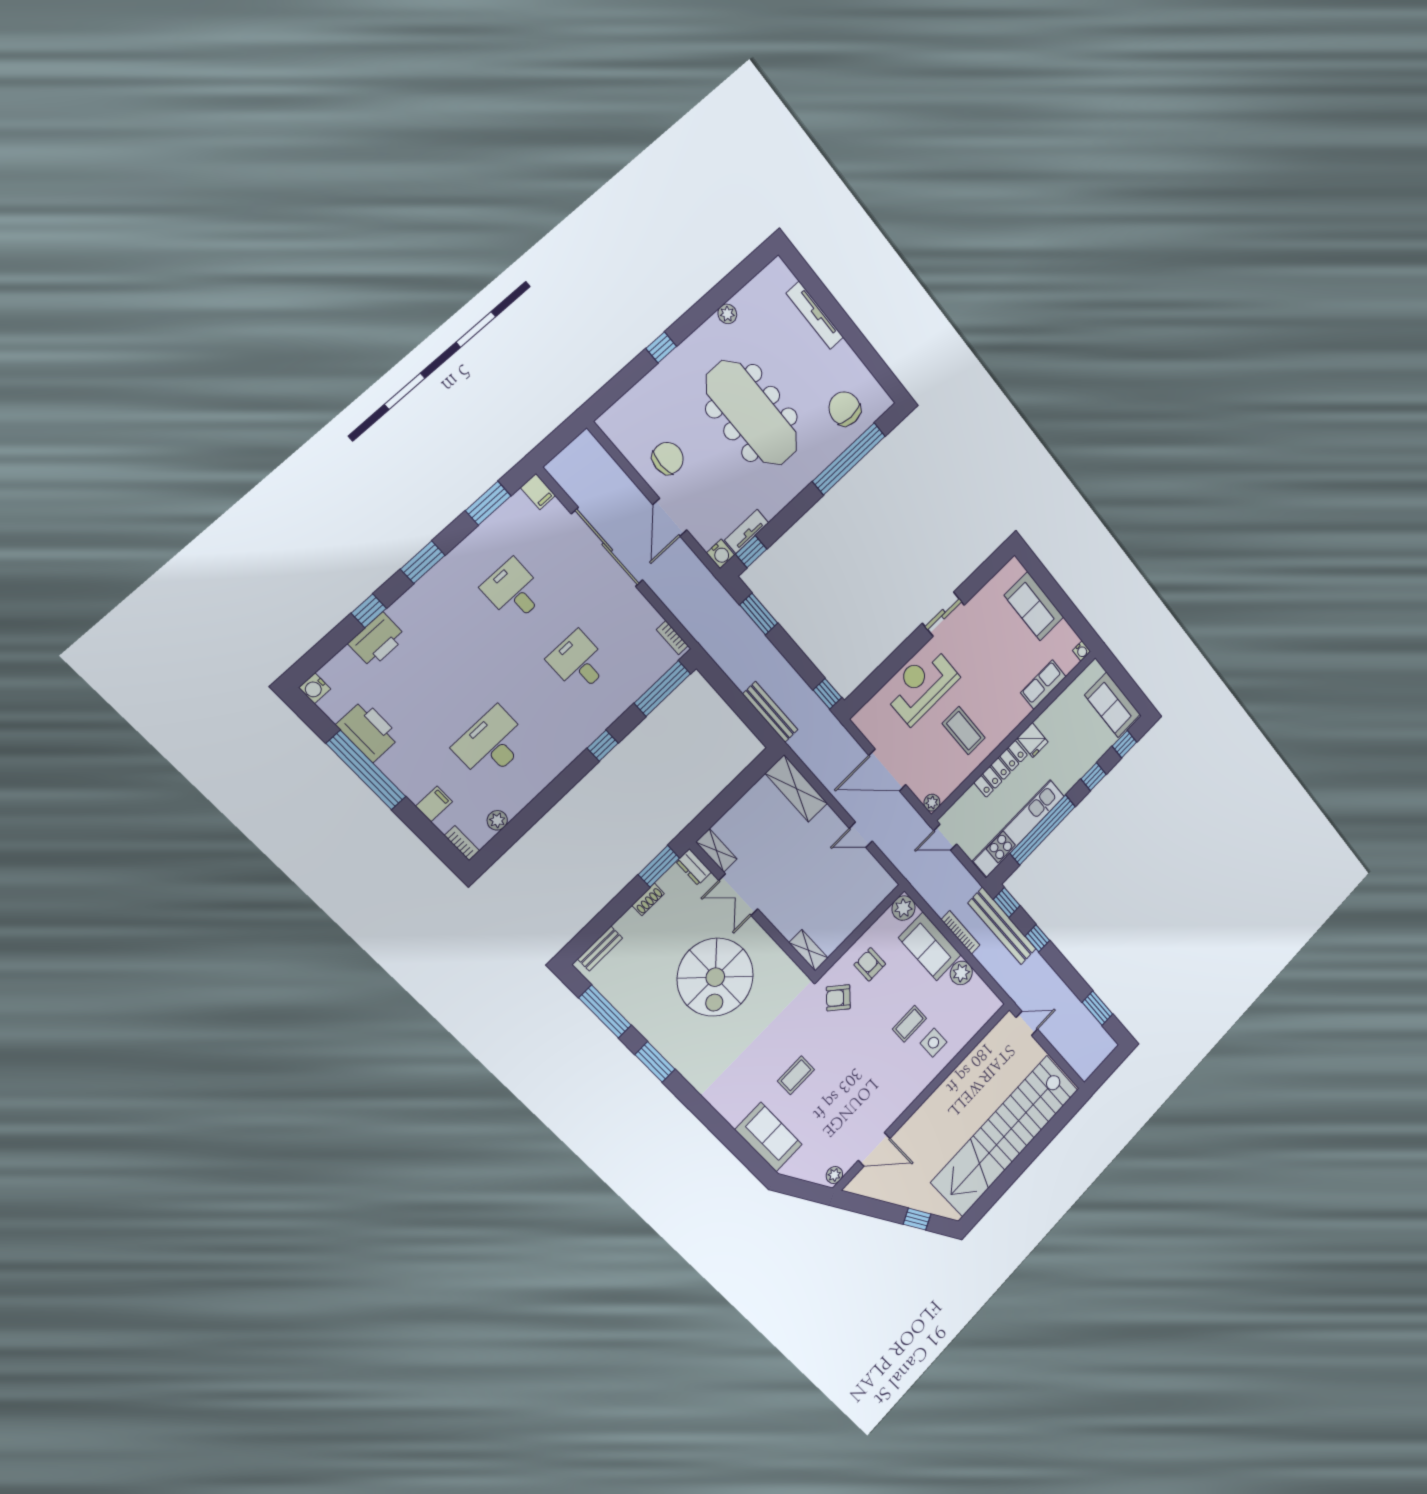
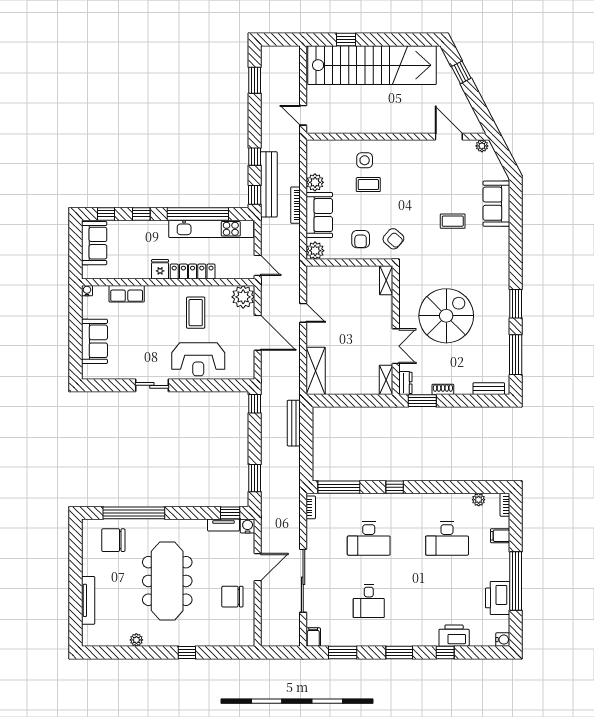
chair: (845, 409) -> (113, 540), turned 90
desk: (579, 662) -> (369, 539), width x1.37
plant: (932, 803) -> (243, 297), width x1.87, depth x1.87
window: (1049, 1133) -> (346, 39), added

